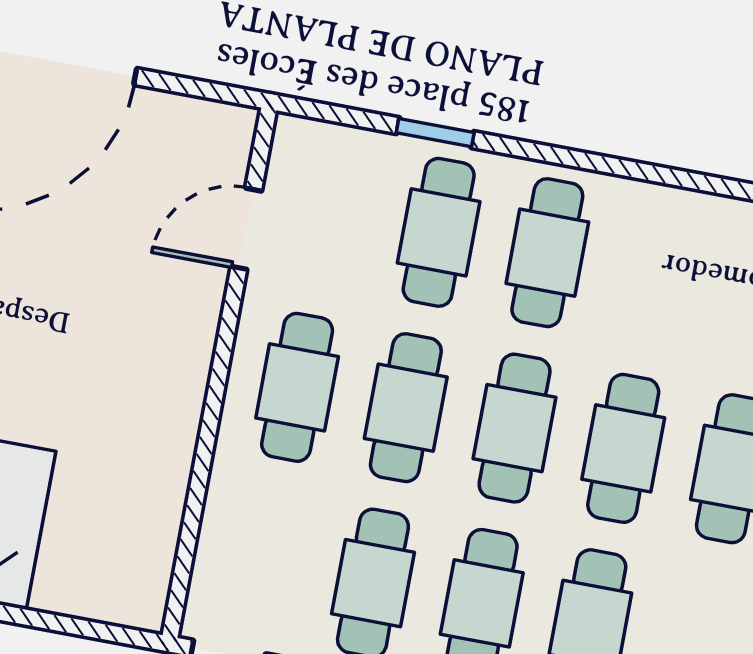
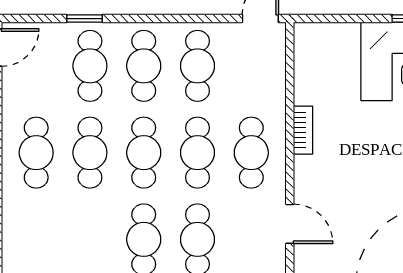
door: (246, 229) -> (290, 224), hinge flipped
bookcase: (184, 413) -> (303, 130), added

